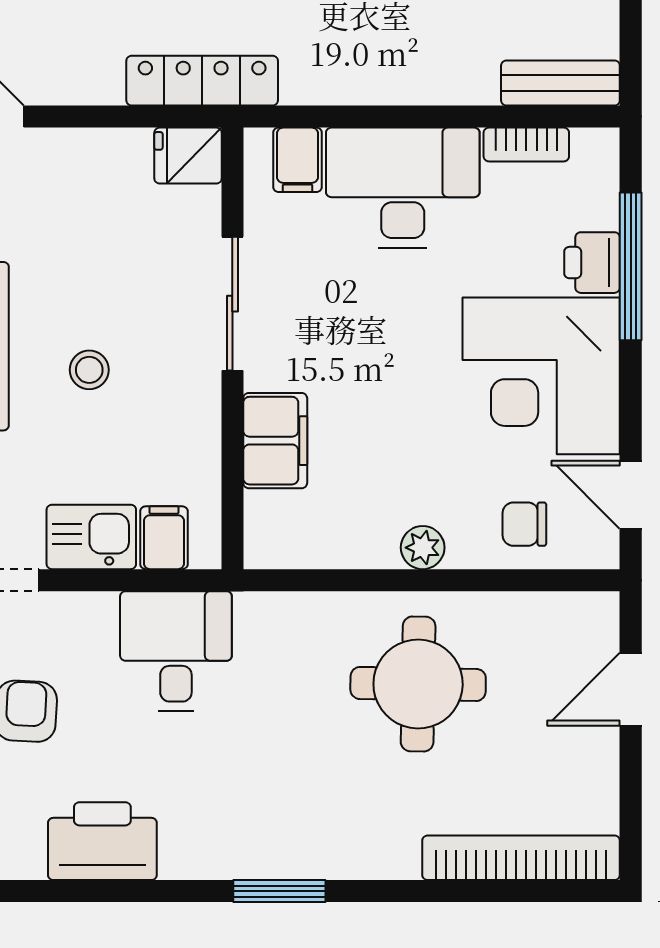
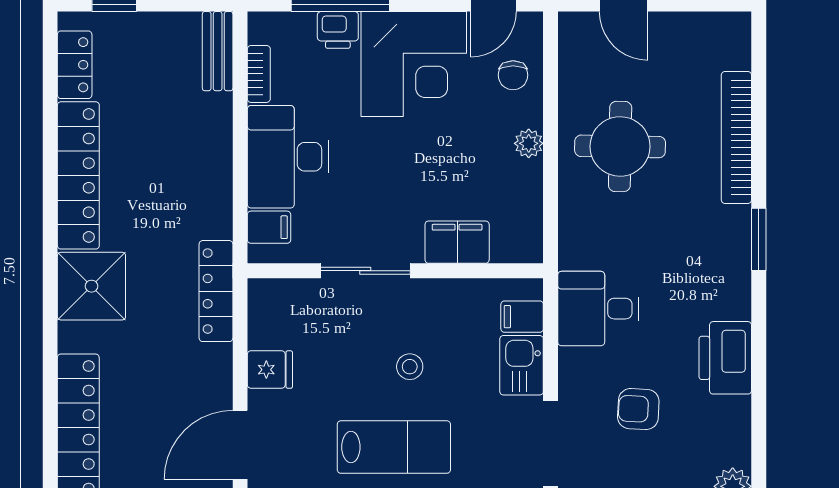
fridge: (188, 156) -> (270, 370), moved, turned -90
bookcase: (521, 858) -> (736, 137), moved

